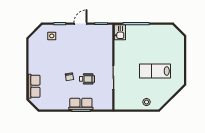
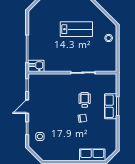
door: (80, 24) -> (27, 107), hinge flipped
lab bench: (155, 71) -> (76, 29), turned -90

